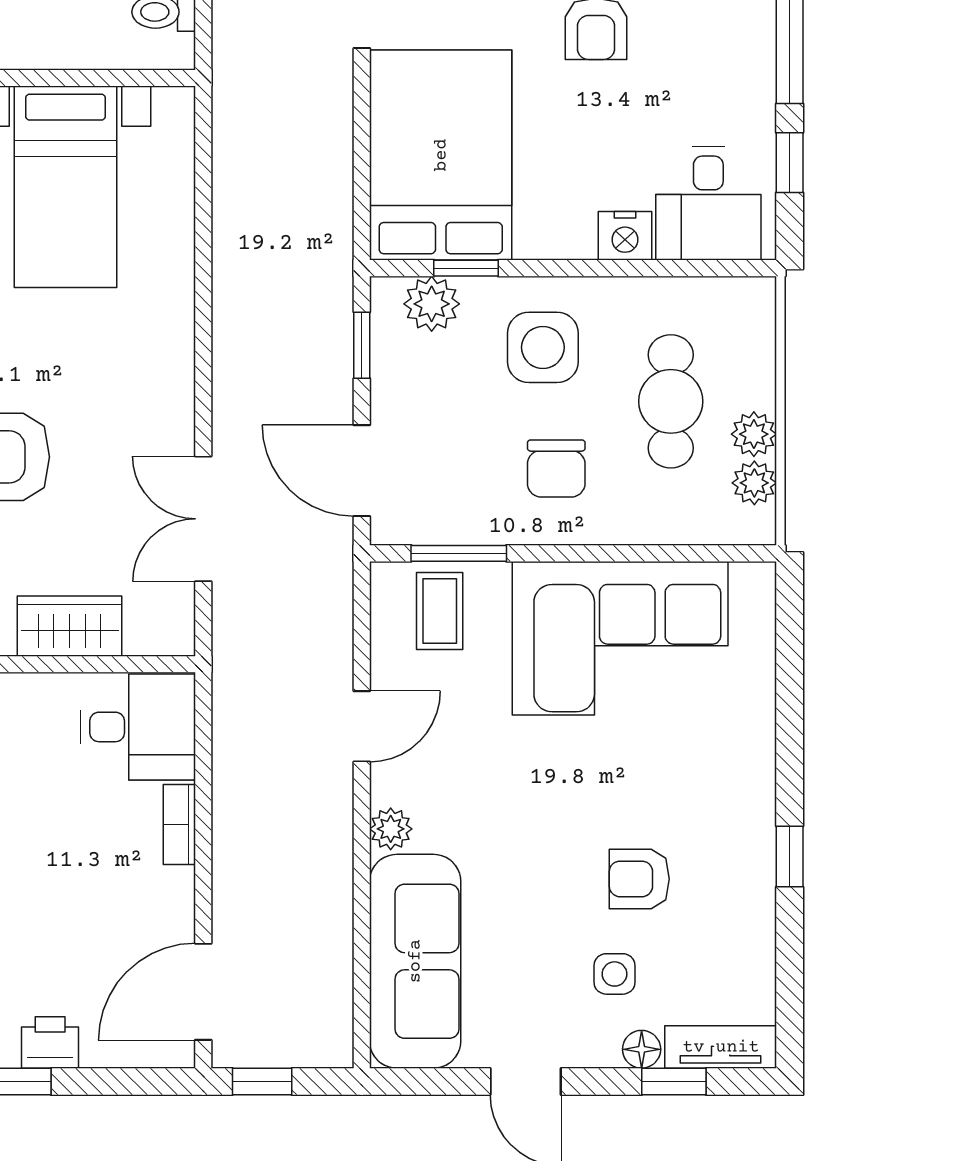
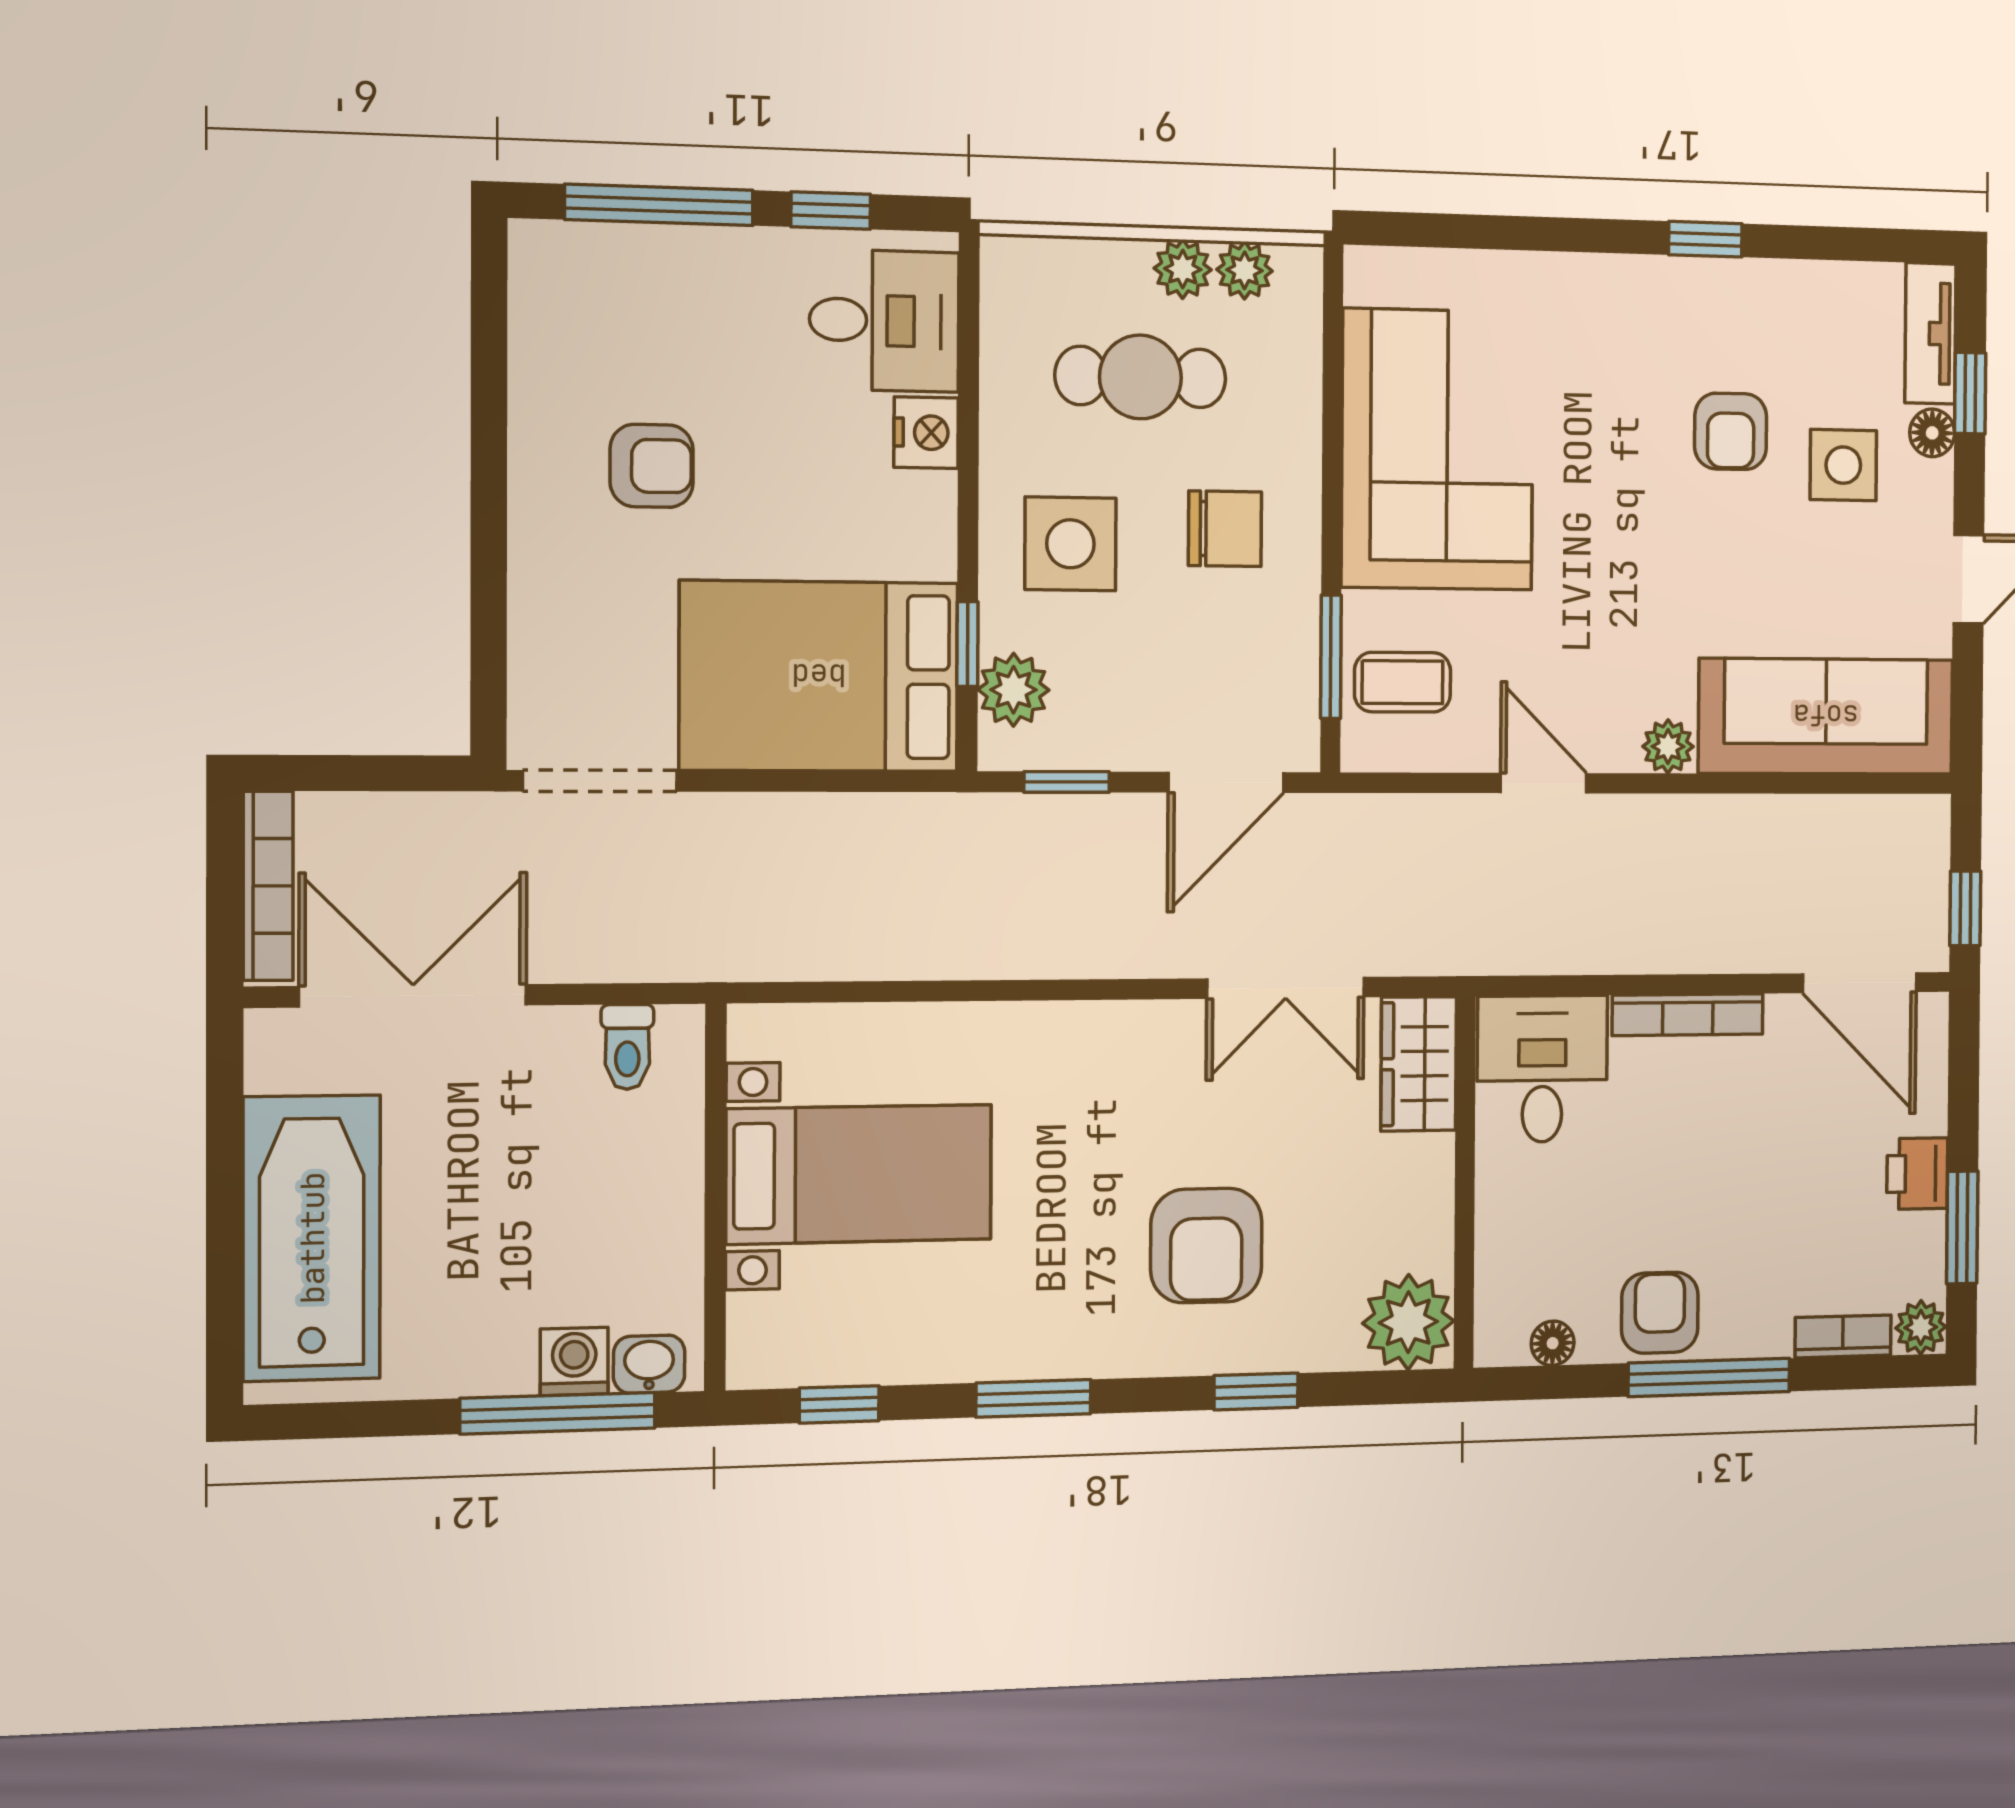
wardrobe: (70, 626) -> (1419, 1064), moved
bookcase: (179, 824) -> (1688, 1015), width x1.56
side table: (614, 974) -> (1843, 465), width x1.37, depth x1.37

